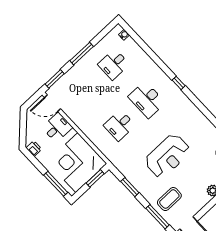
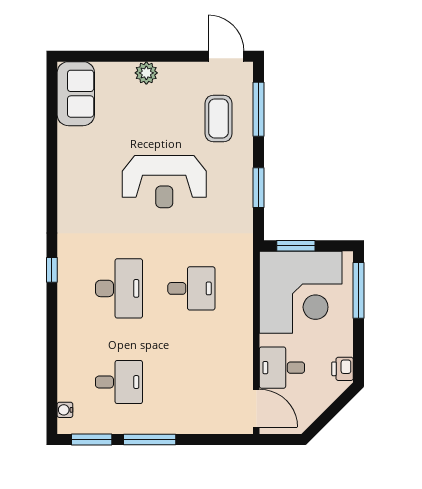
window: (55, 79) -> (92, 440), moved
reception desk: (167, 156) -> (164, 182), turned 180
coffee table: (169, 199) -> (218, 118), turned 90

